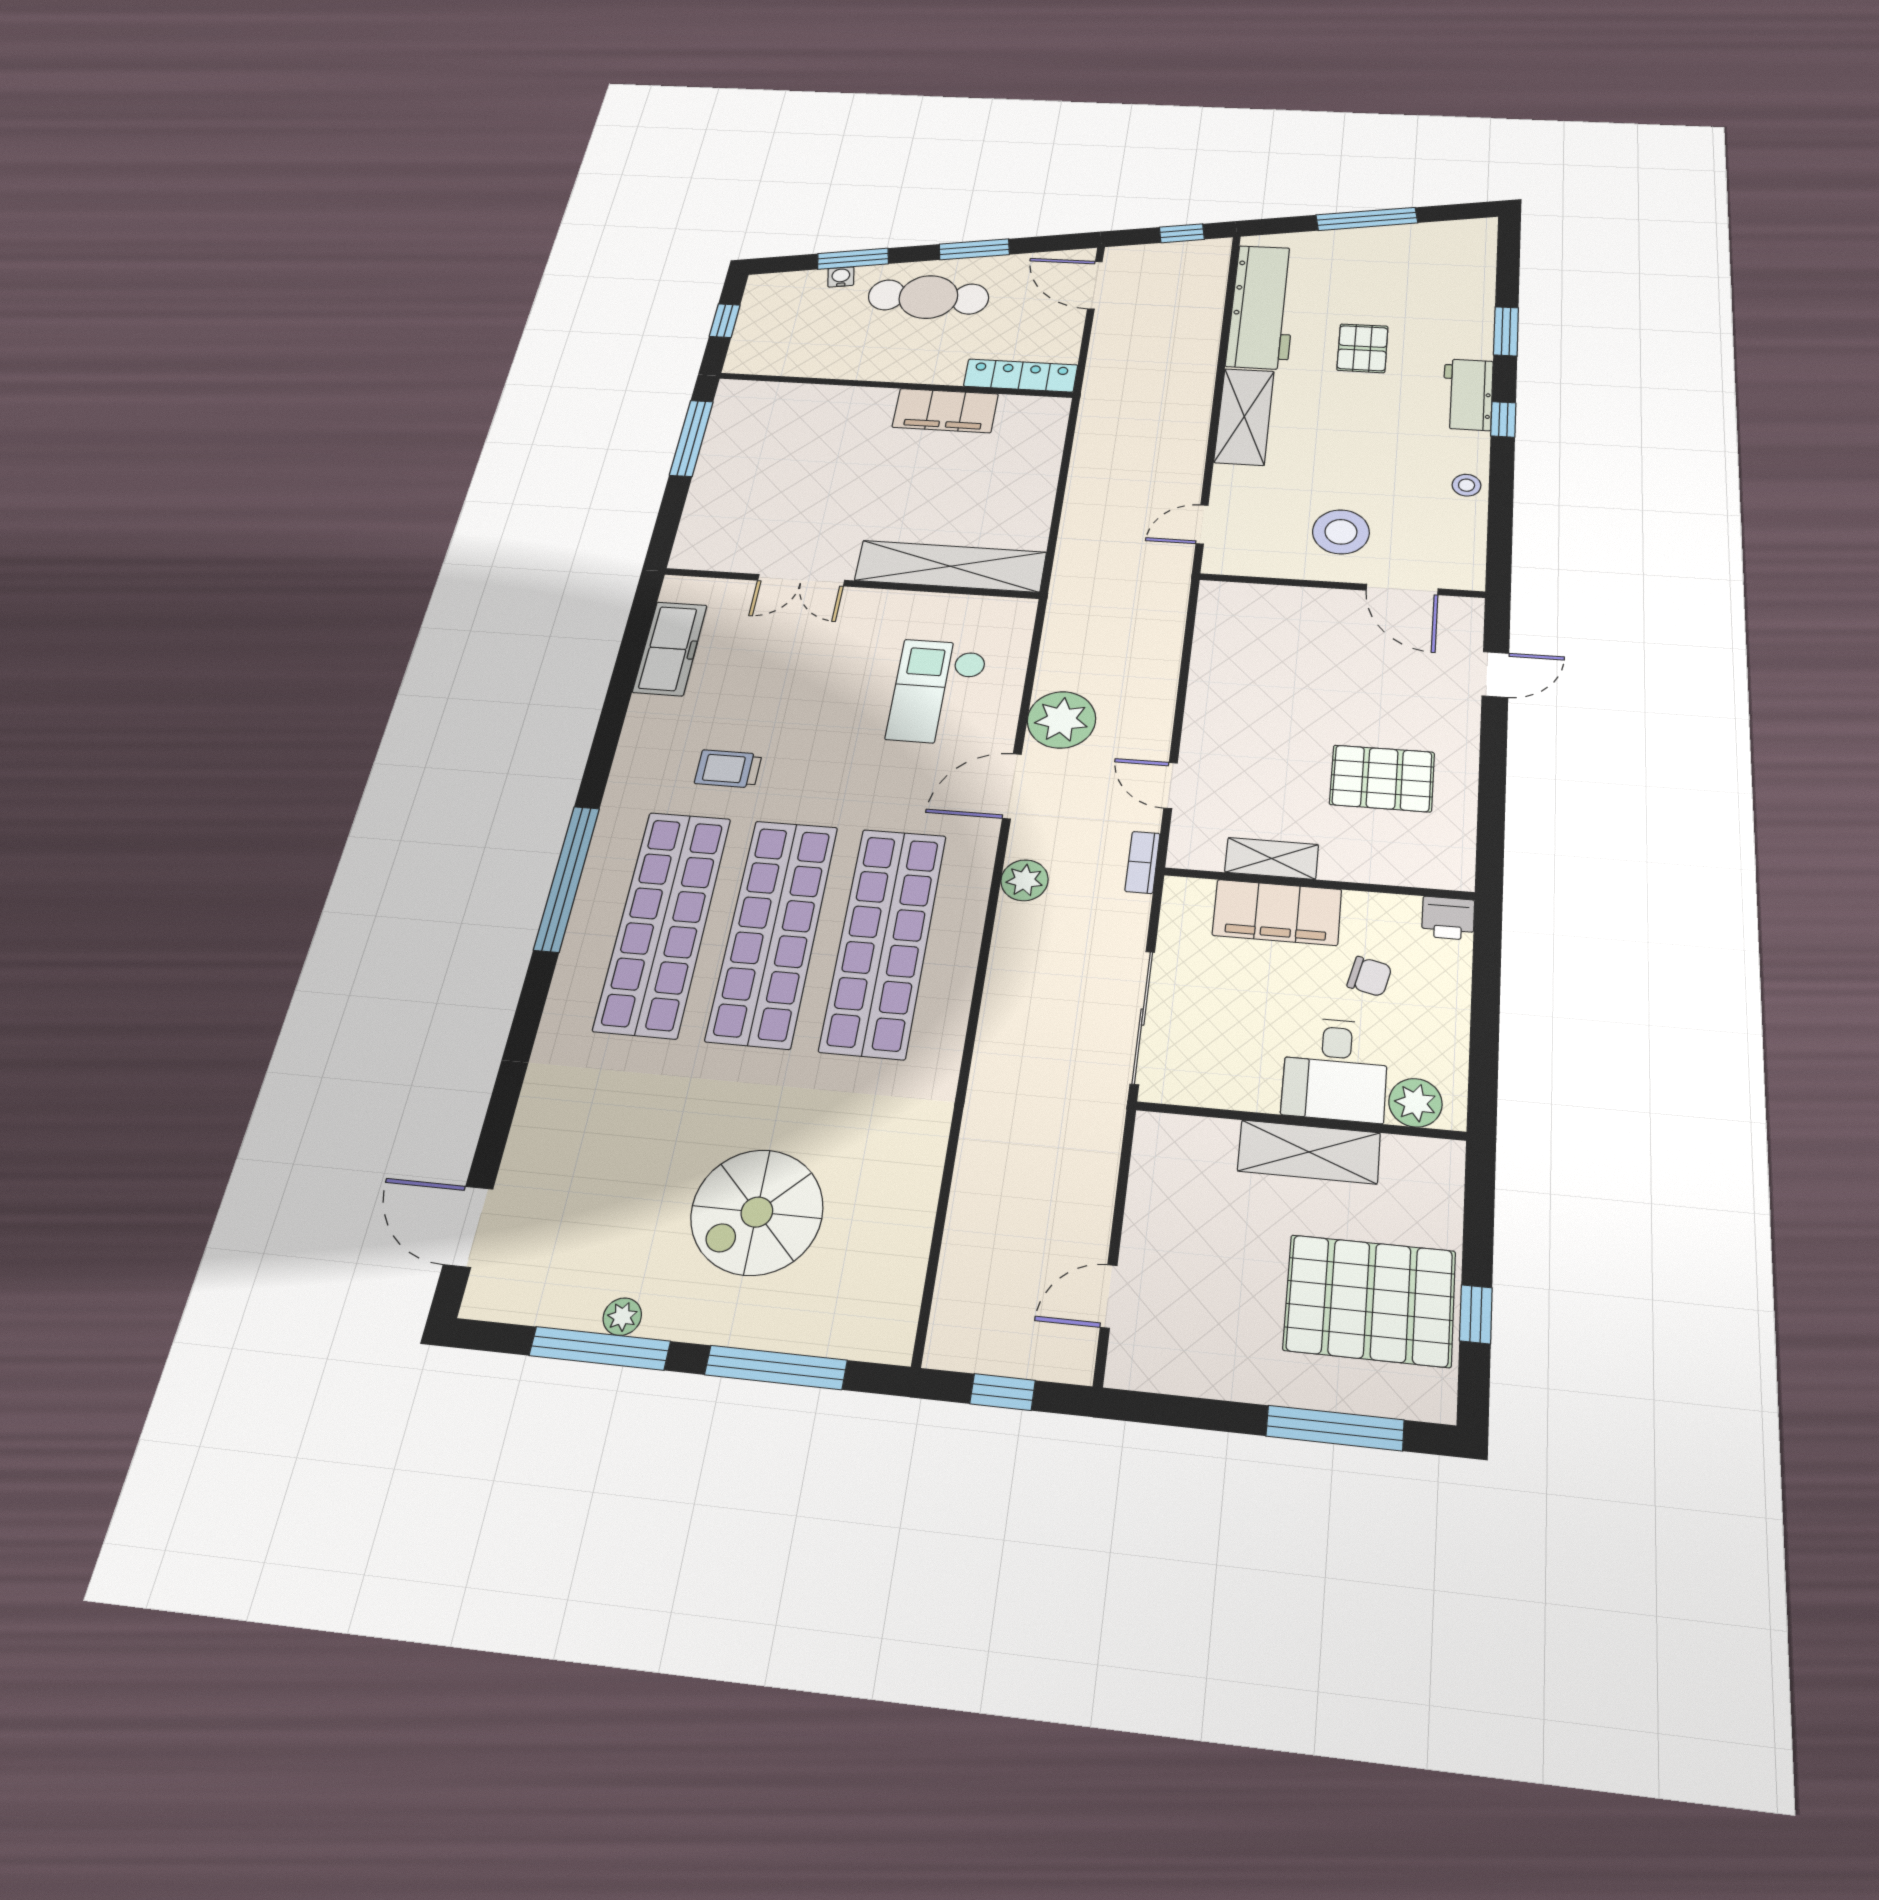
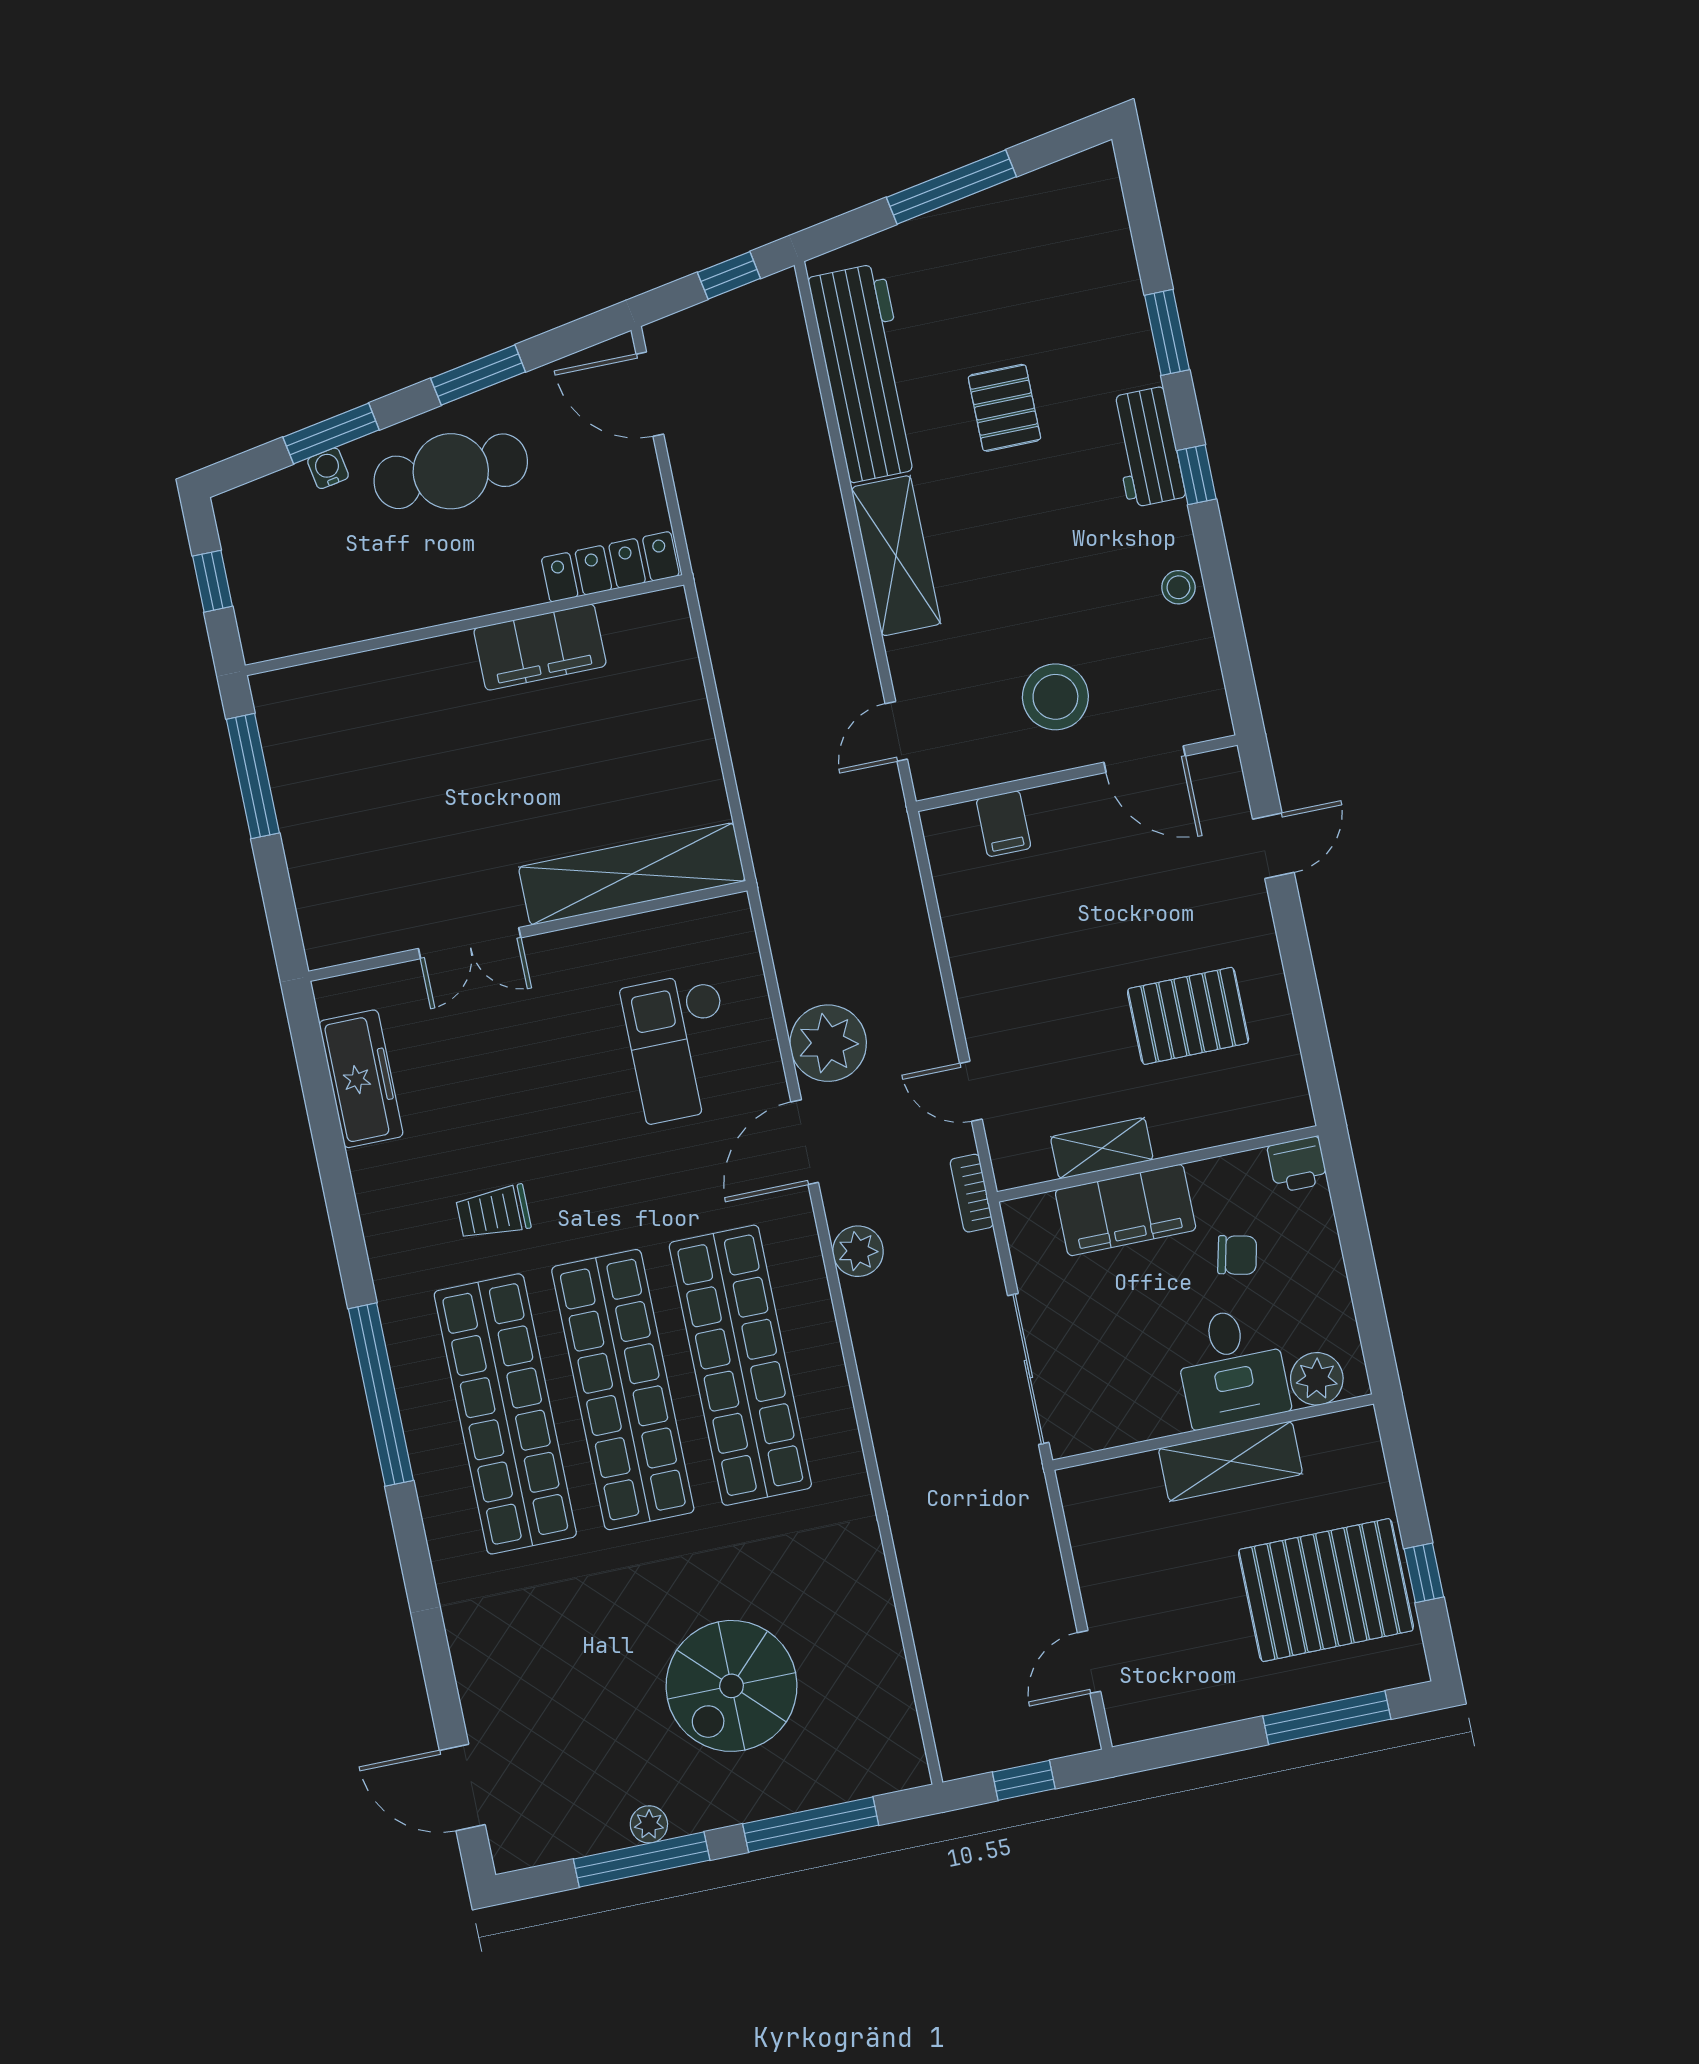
filing cabinet: (1268, 605) -> (1004, 824), added

